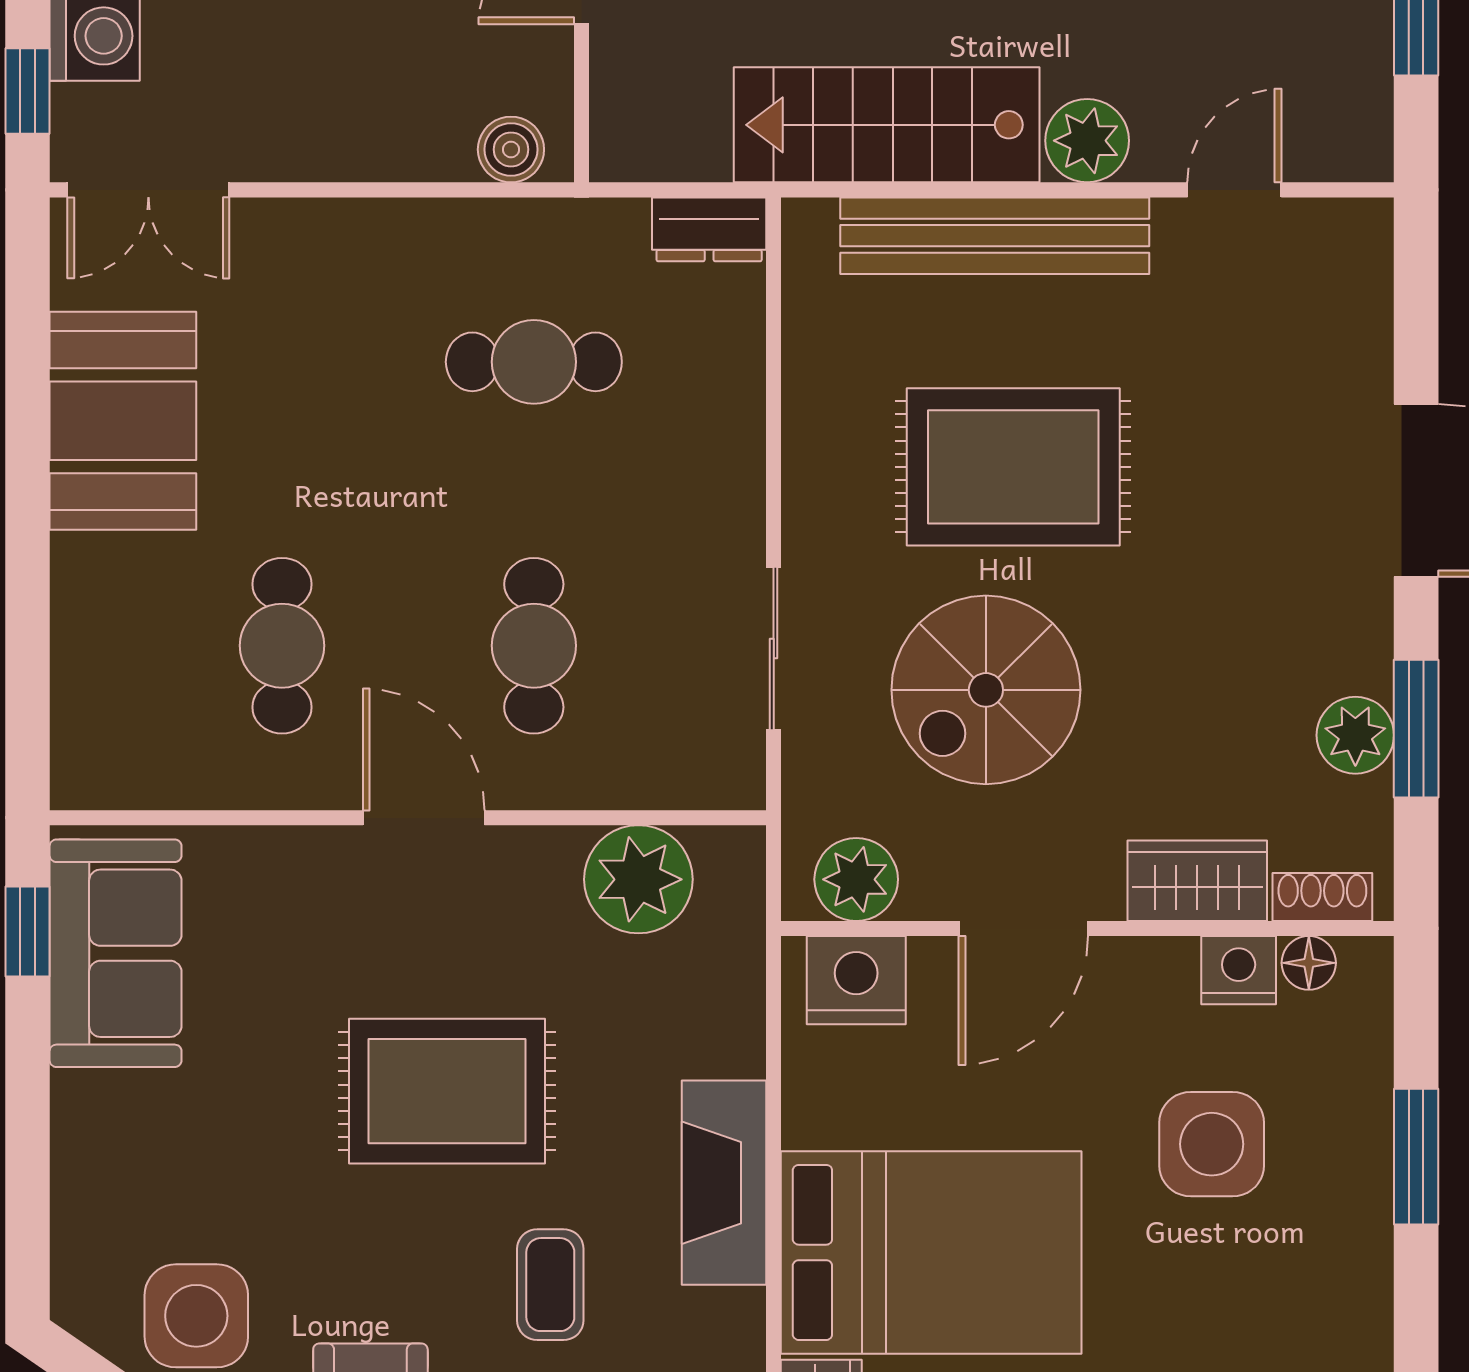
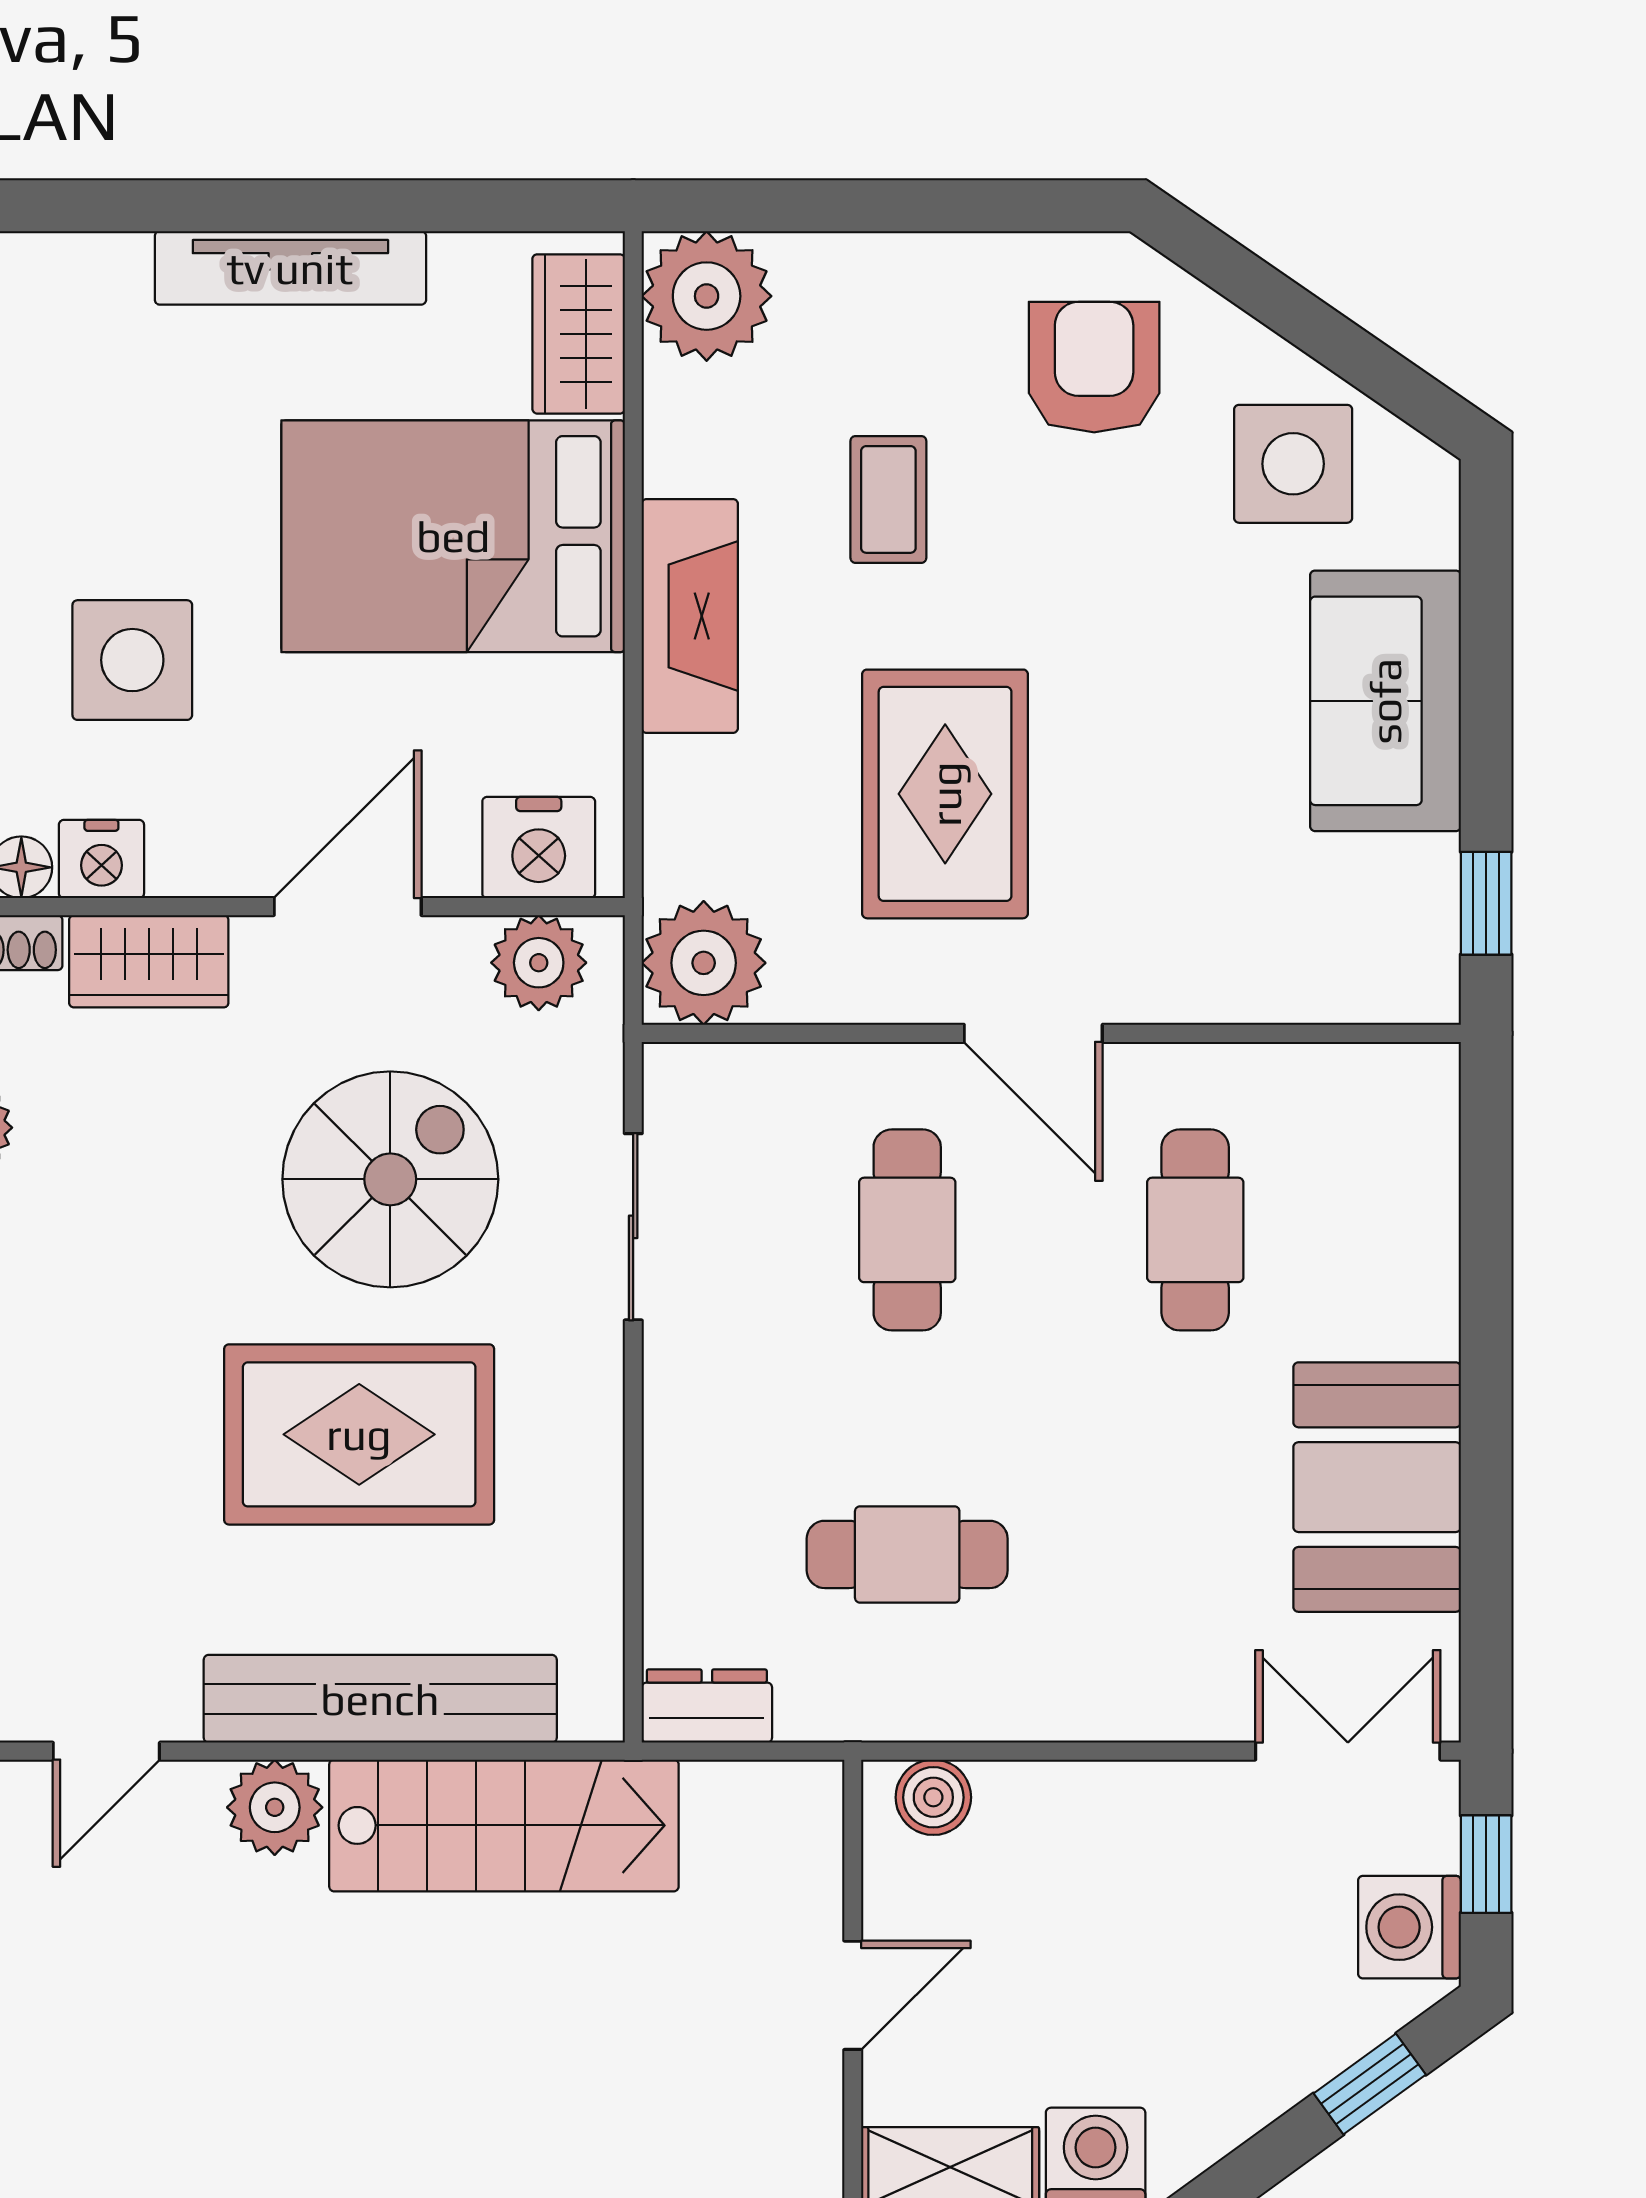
plant: (638, 879) -> (704, 963), moved
sofa: (116, 953) -> (1385, 701), moved
rug: (447, 1091) -> (945, 794), moved, turned 90

